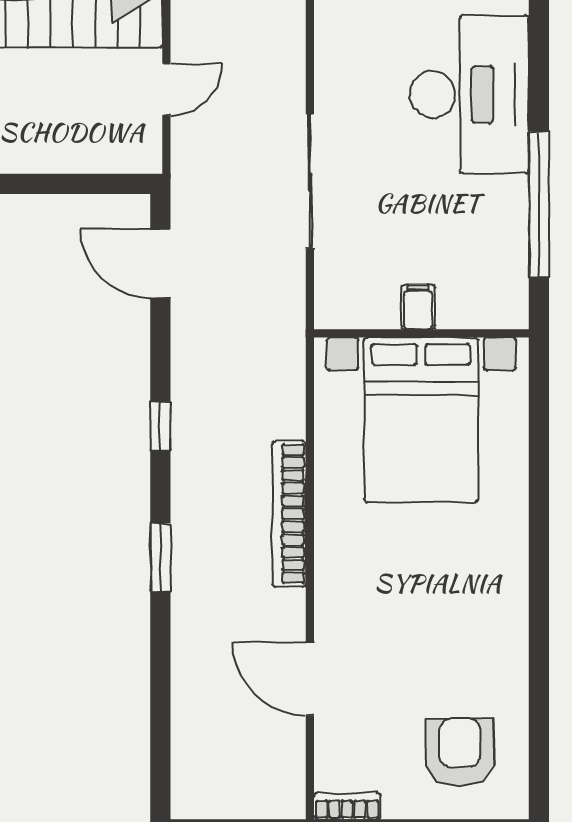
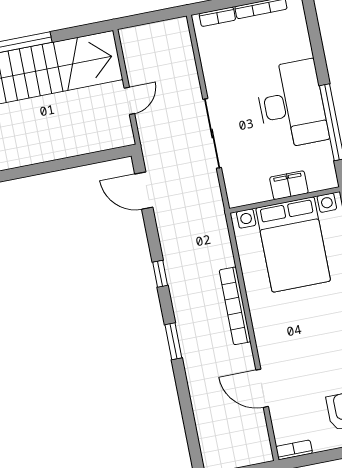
desk: (469, 94) -> (291, 104), moved
filing cabinet: (418, 307) -> (289, 185), width x2.00

